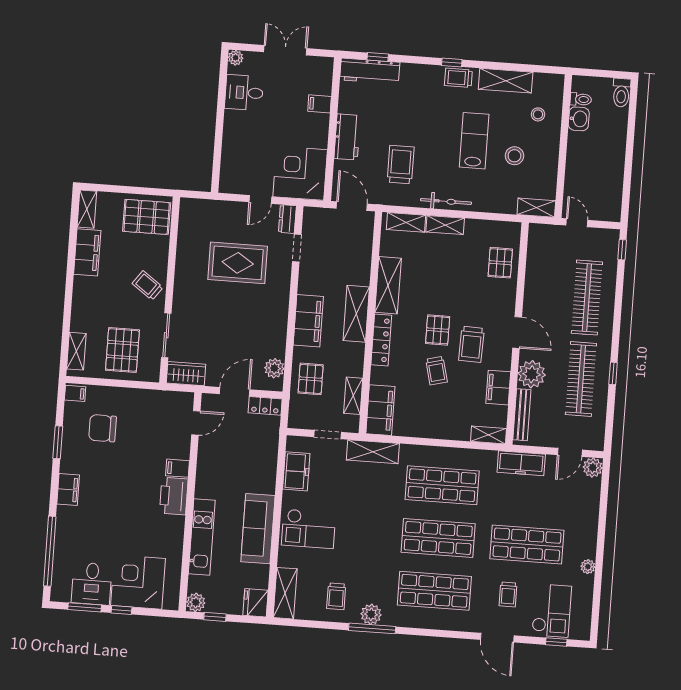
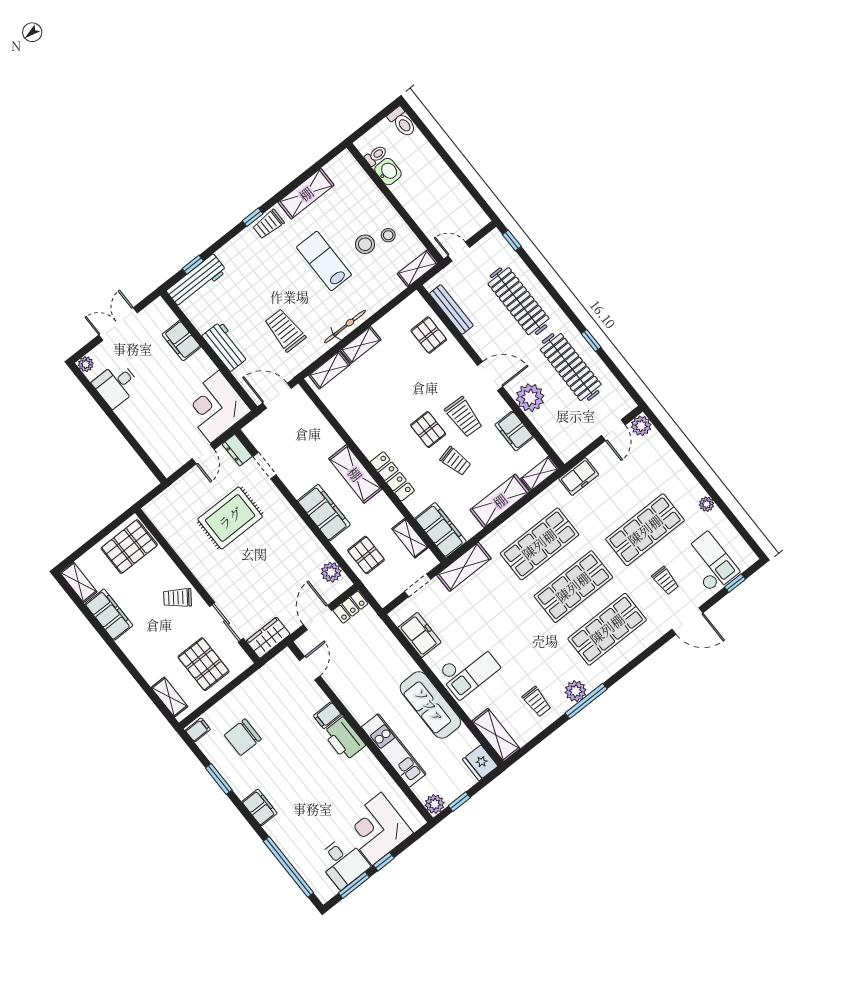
filing cabinet: (320, 104) -> (181, 341), width x2.00
stool: (538, 114) -> (388, 235), moved
shelving: (388, 285) -> (500, 501), moved, turned 90
bench: (522, 415) -> (451, 309), moved
freezer: (521, 463) -> (579, 477), width x0.71

